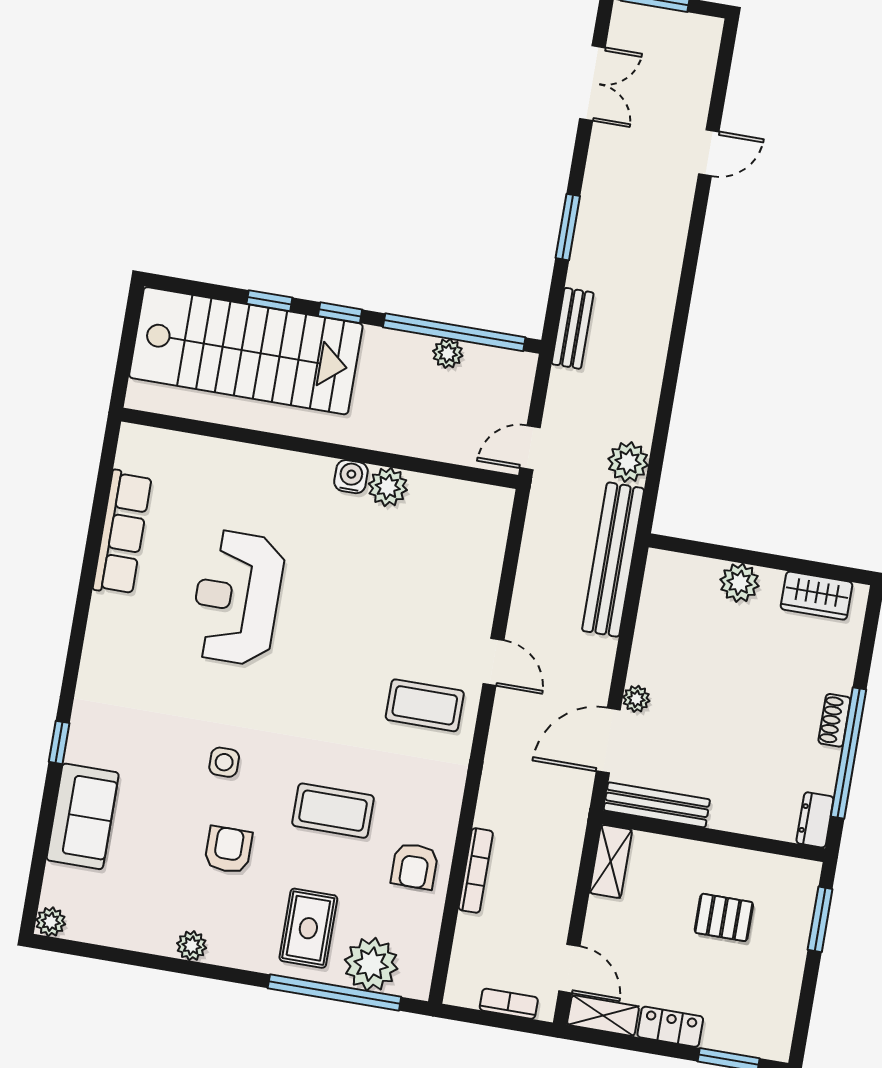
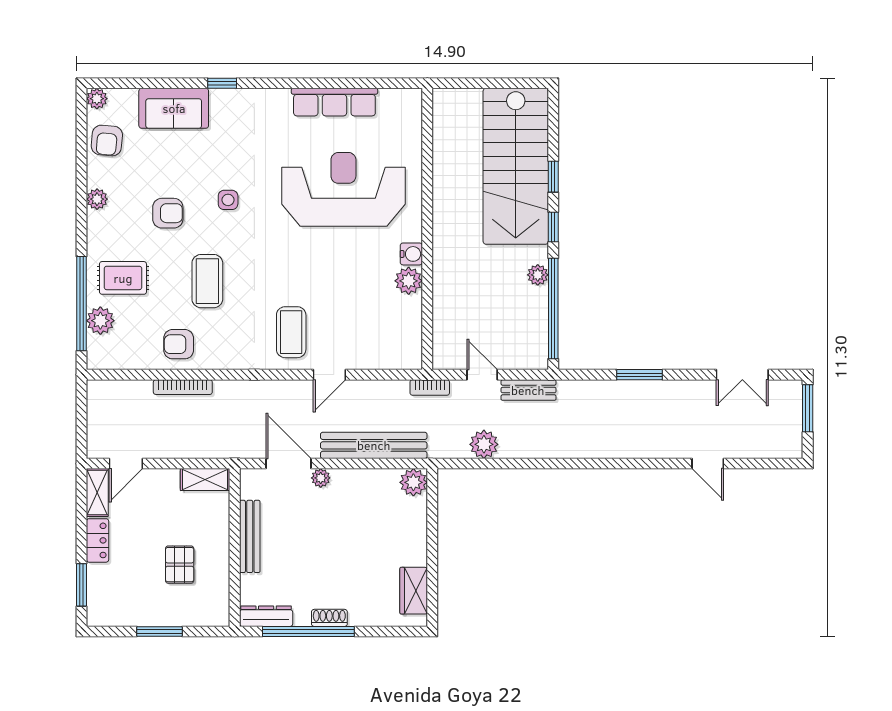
bench: (573, 328) -> (528, 390), moved
plant: (448, 353) -> (538, 275), moved
wall: (320, 448) -> (427, 229), moved
water cooler: (351, 477) -> (411, 254), moved
plant: (388, 487) -> (409, 281), moved
row of seats: (122, 533) -> (334, 102), moved
bench: (613, 560) -> (374, 445), moved
plant: (740, 583) -> (413, 482), moved
reception desk: (237, 598) -> (343, 189), width x1.36, depth x1.30
bench: (657, 805) -> (250, 536), moved
dresser: (815, 820) -> (266, 616), width x1.44
armchair: (112, 918) -> (107, 140), added
window: (820, 919) -> (160, 631), moved
plant: (371, 964) -> (100, 321), width x0.73, depth x0.73
bookcase: (509, 1004) -> (430, 387), moved, turned 90

